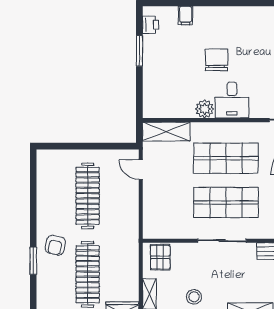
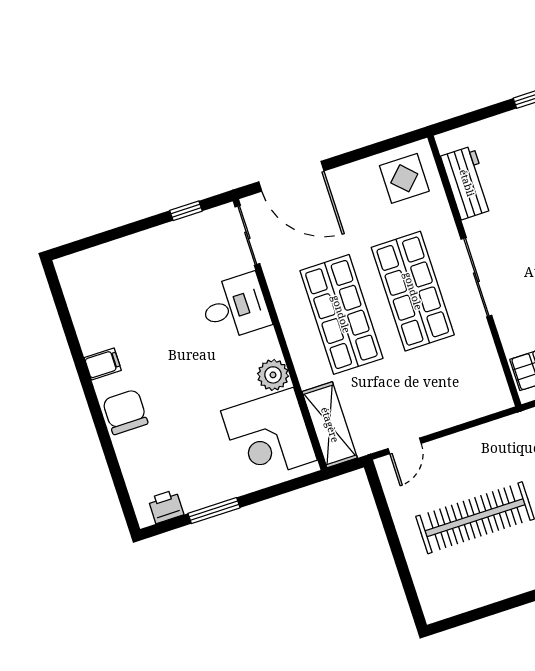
filing cabinet: (186, 16) -> (103, 364), moved
chair: (217, 60) -> (125, 412), moved, turned 90
corner desk: (171, 95) -> (269, 436), added
desk: (232, 100) -> (235, 307), moved

